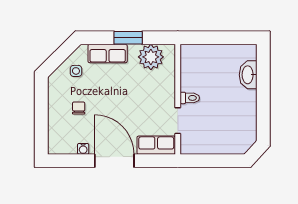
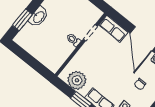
washbasin: (248, 75) -> (38, 17), moved
window: (263, 75) -> (22, 20), added

